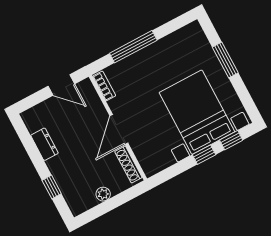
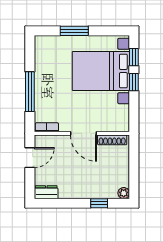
dresser: (44, 144) -> (46, 192), moved
plant: (103, 194) -> (124, 193), moved

